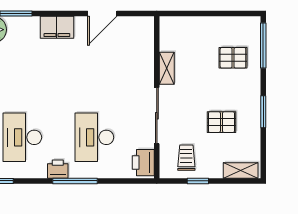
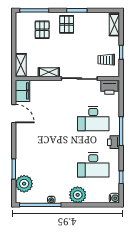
shelving: (178, 24) -> (21, 65), added
filing cabinet: (57, 27) -> (23, 91), moved
pallet: (221, 122) -> (67, 24), moved

